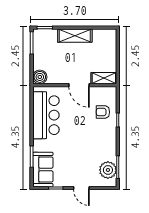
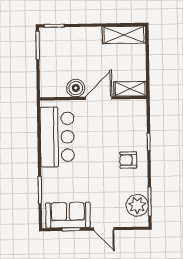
shelving: (75, 36) -> (124, 35), moved
boiler: (40, 77) -> (76, 88), moved
door: (79, 85) -> (99, 98), swing flipped
armchair: (103, 112) -> (128, 160), moved
sofa: (43, 170) -> (68, 215), moved, turned -90

